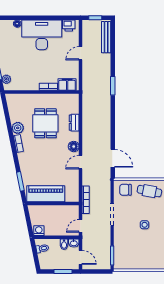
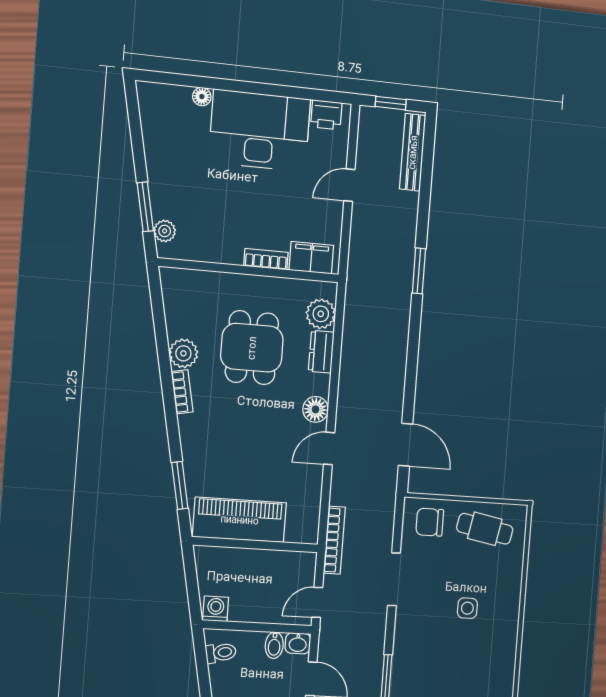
plant: (73, 107) -> (321, 314), added

